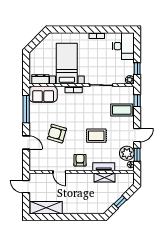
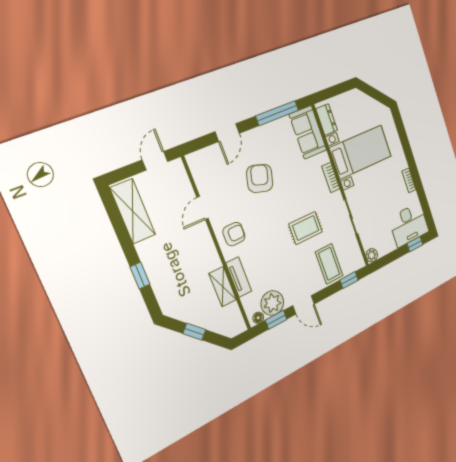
window: (137, 69) -> (415, 244), moved
rug: (96, 136) -> (306, 228), moved, turned 90
window: (79, 217) -> (140, 275), added

